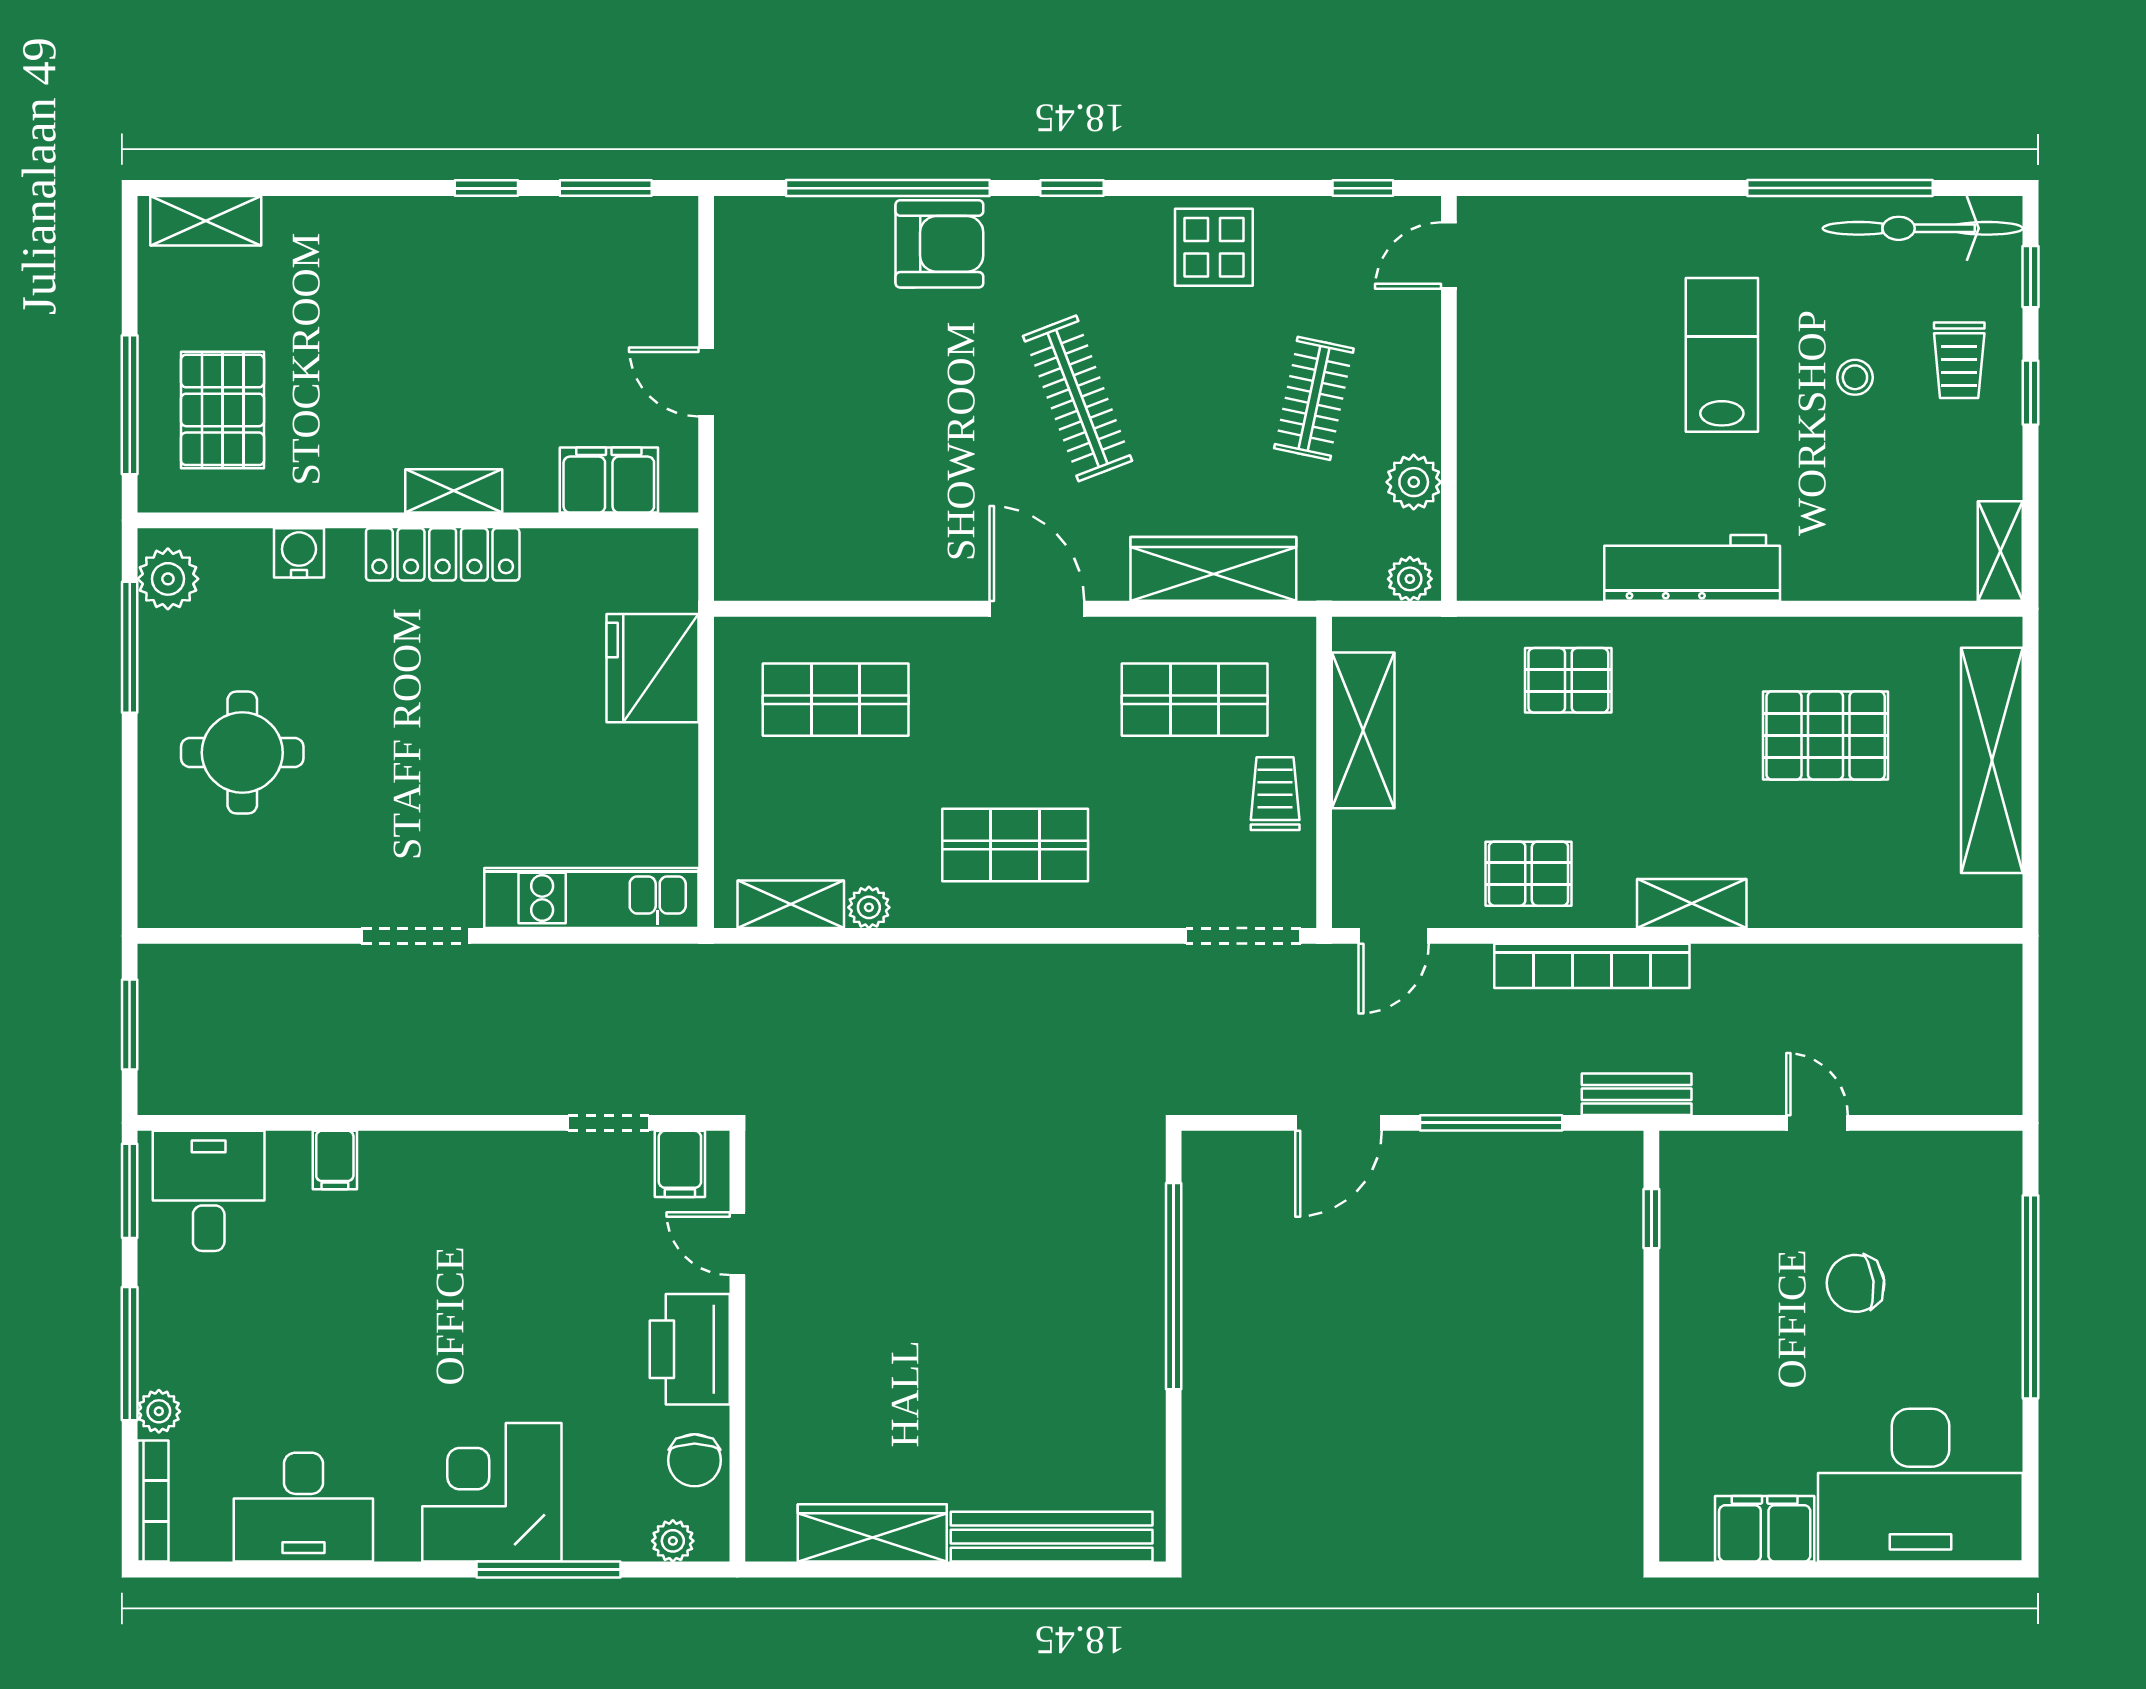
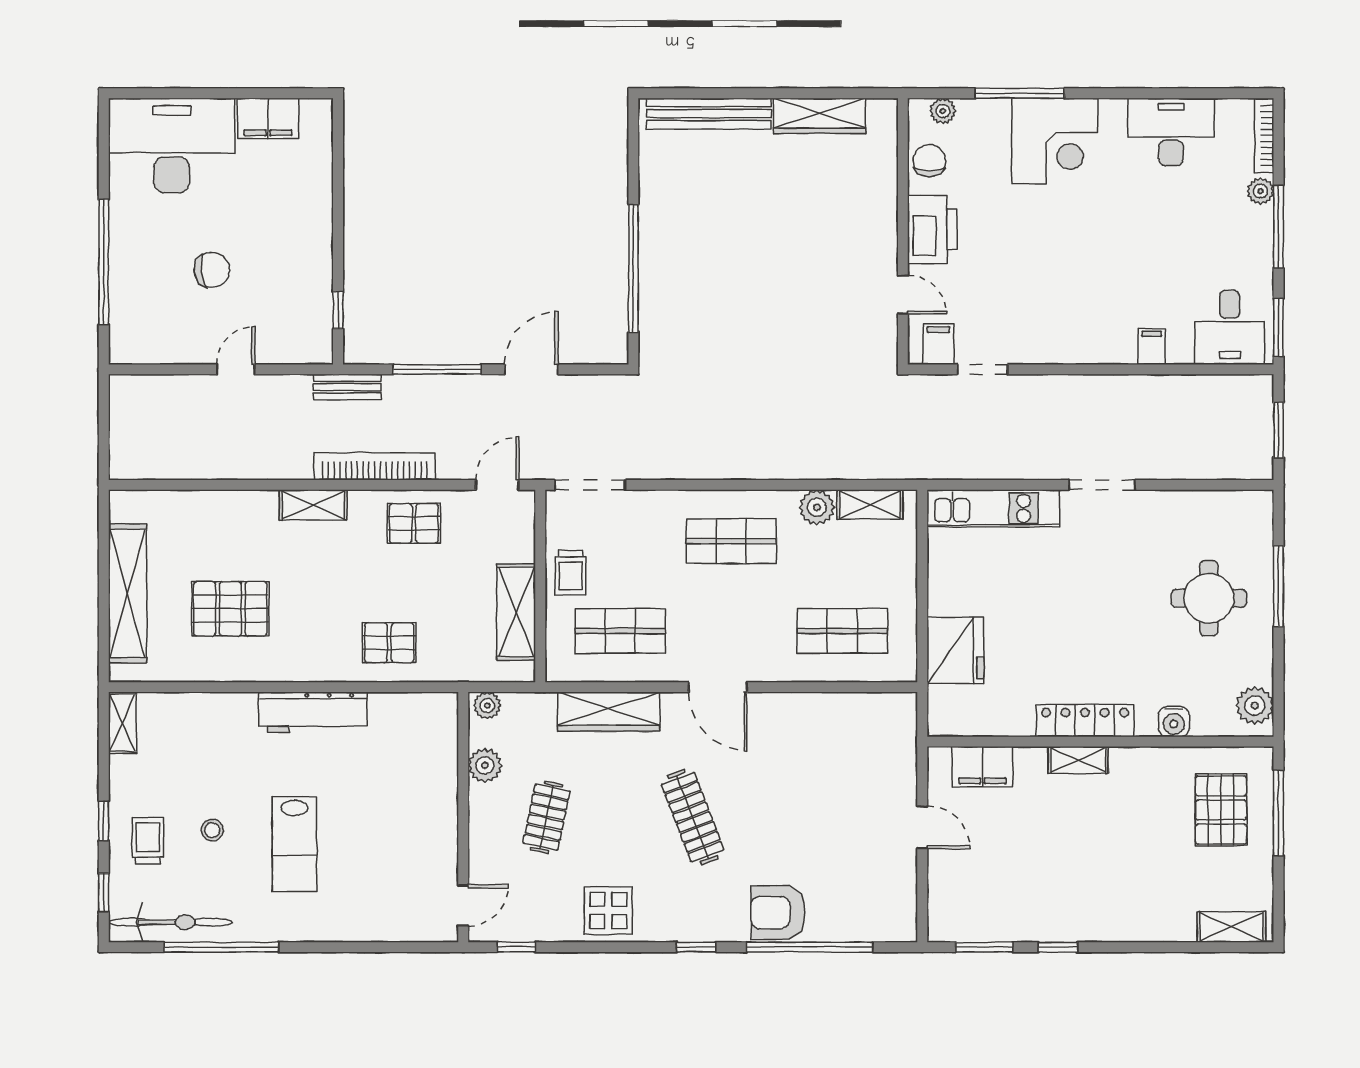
window: (130, 647) -> (1278, 586), moved
plant: (869, 907) -> (817, 507), width x1.38, depth x1.38
door: (1817, 1123) -> (236, 369), swing flipped

